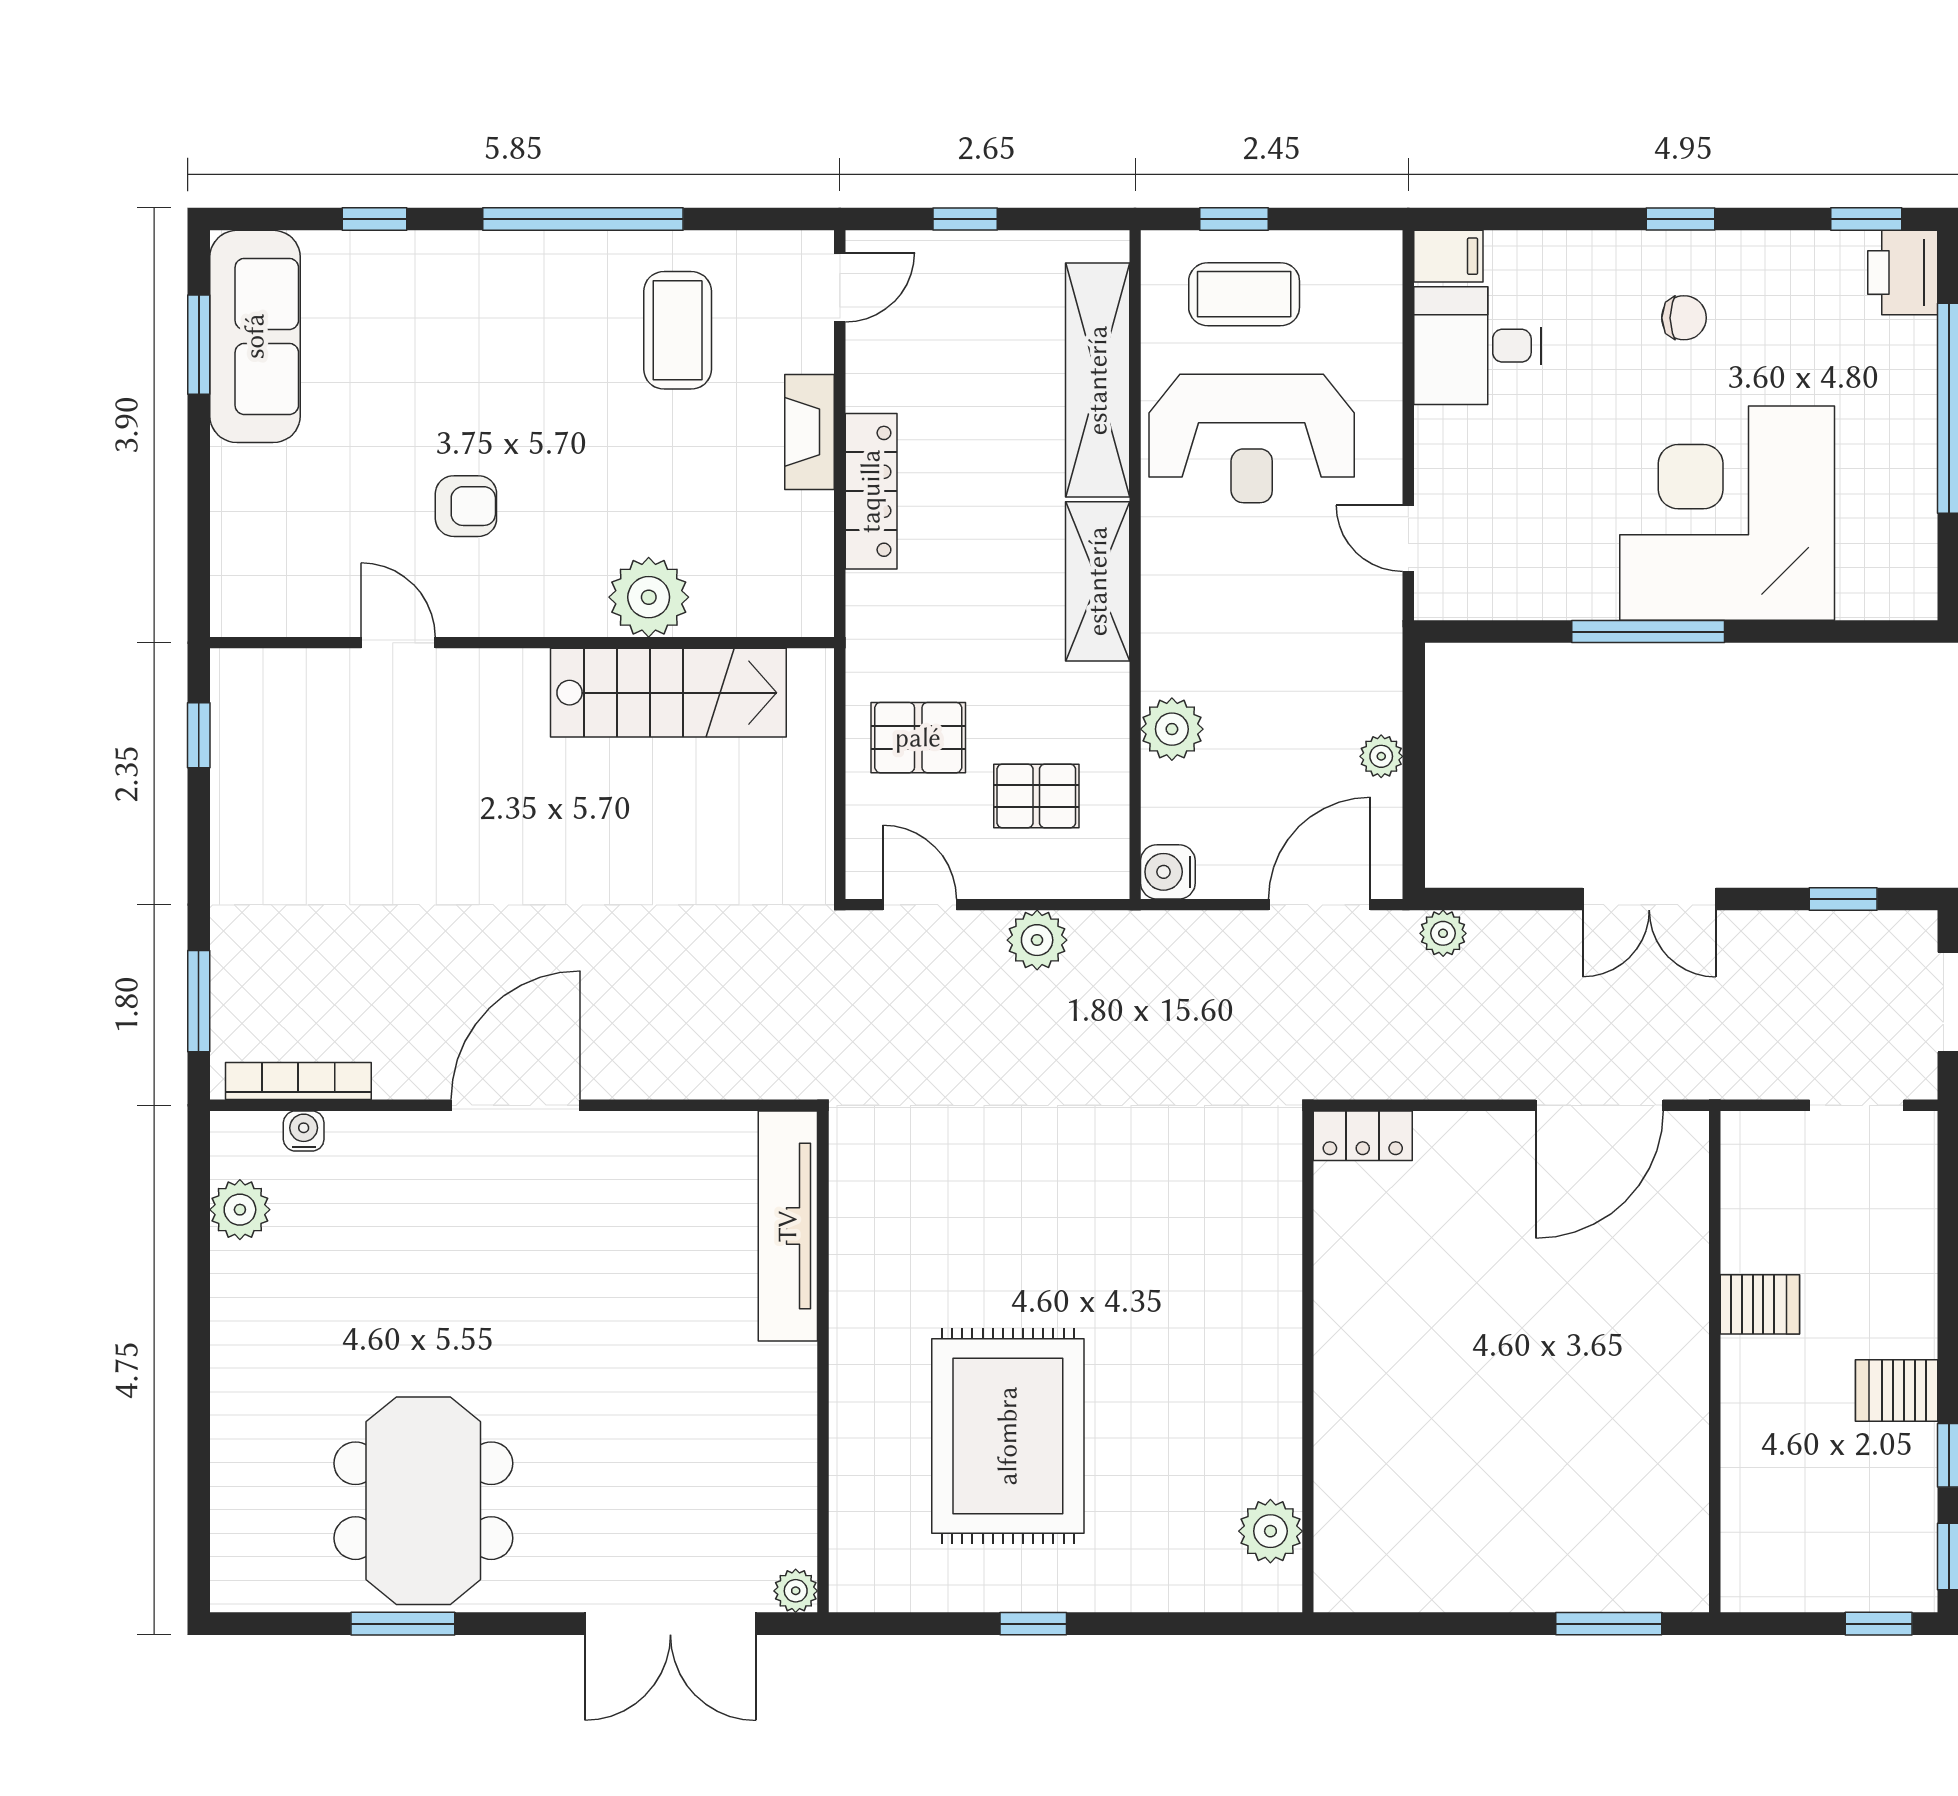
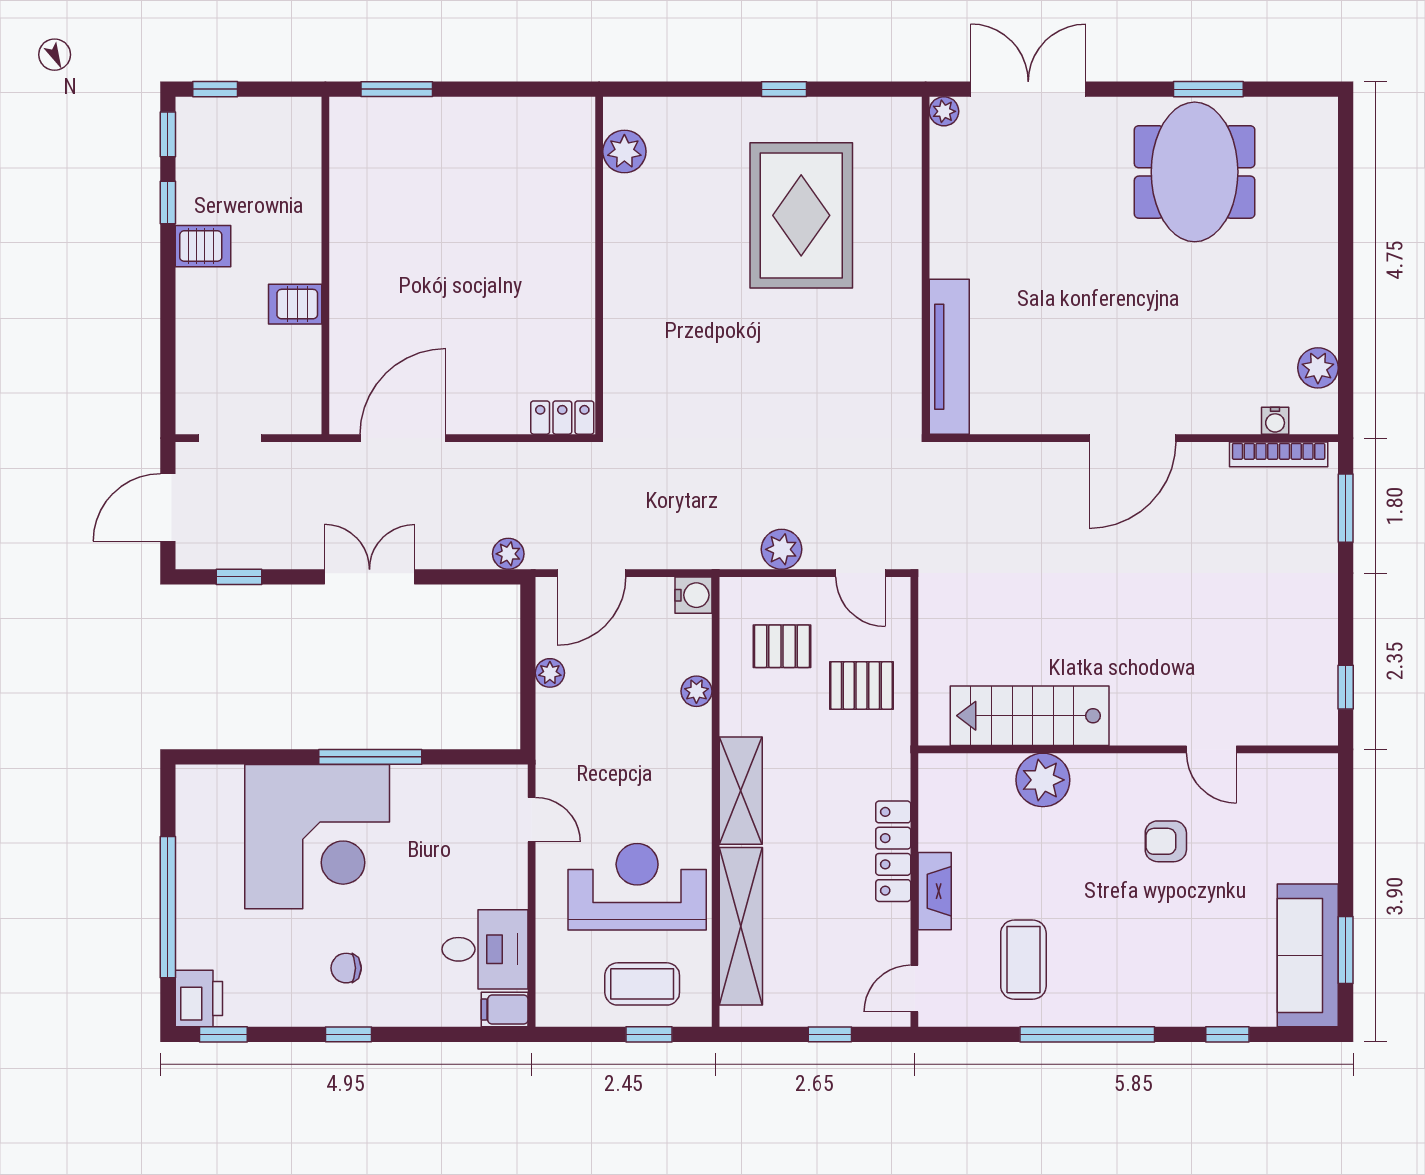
plant: (1172, 729) -> (696, 691), width x0.73, depth x0.73

